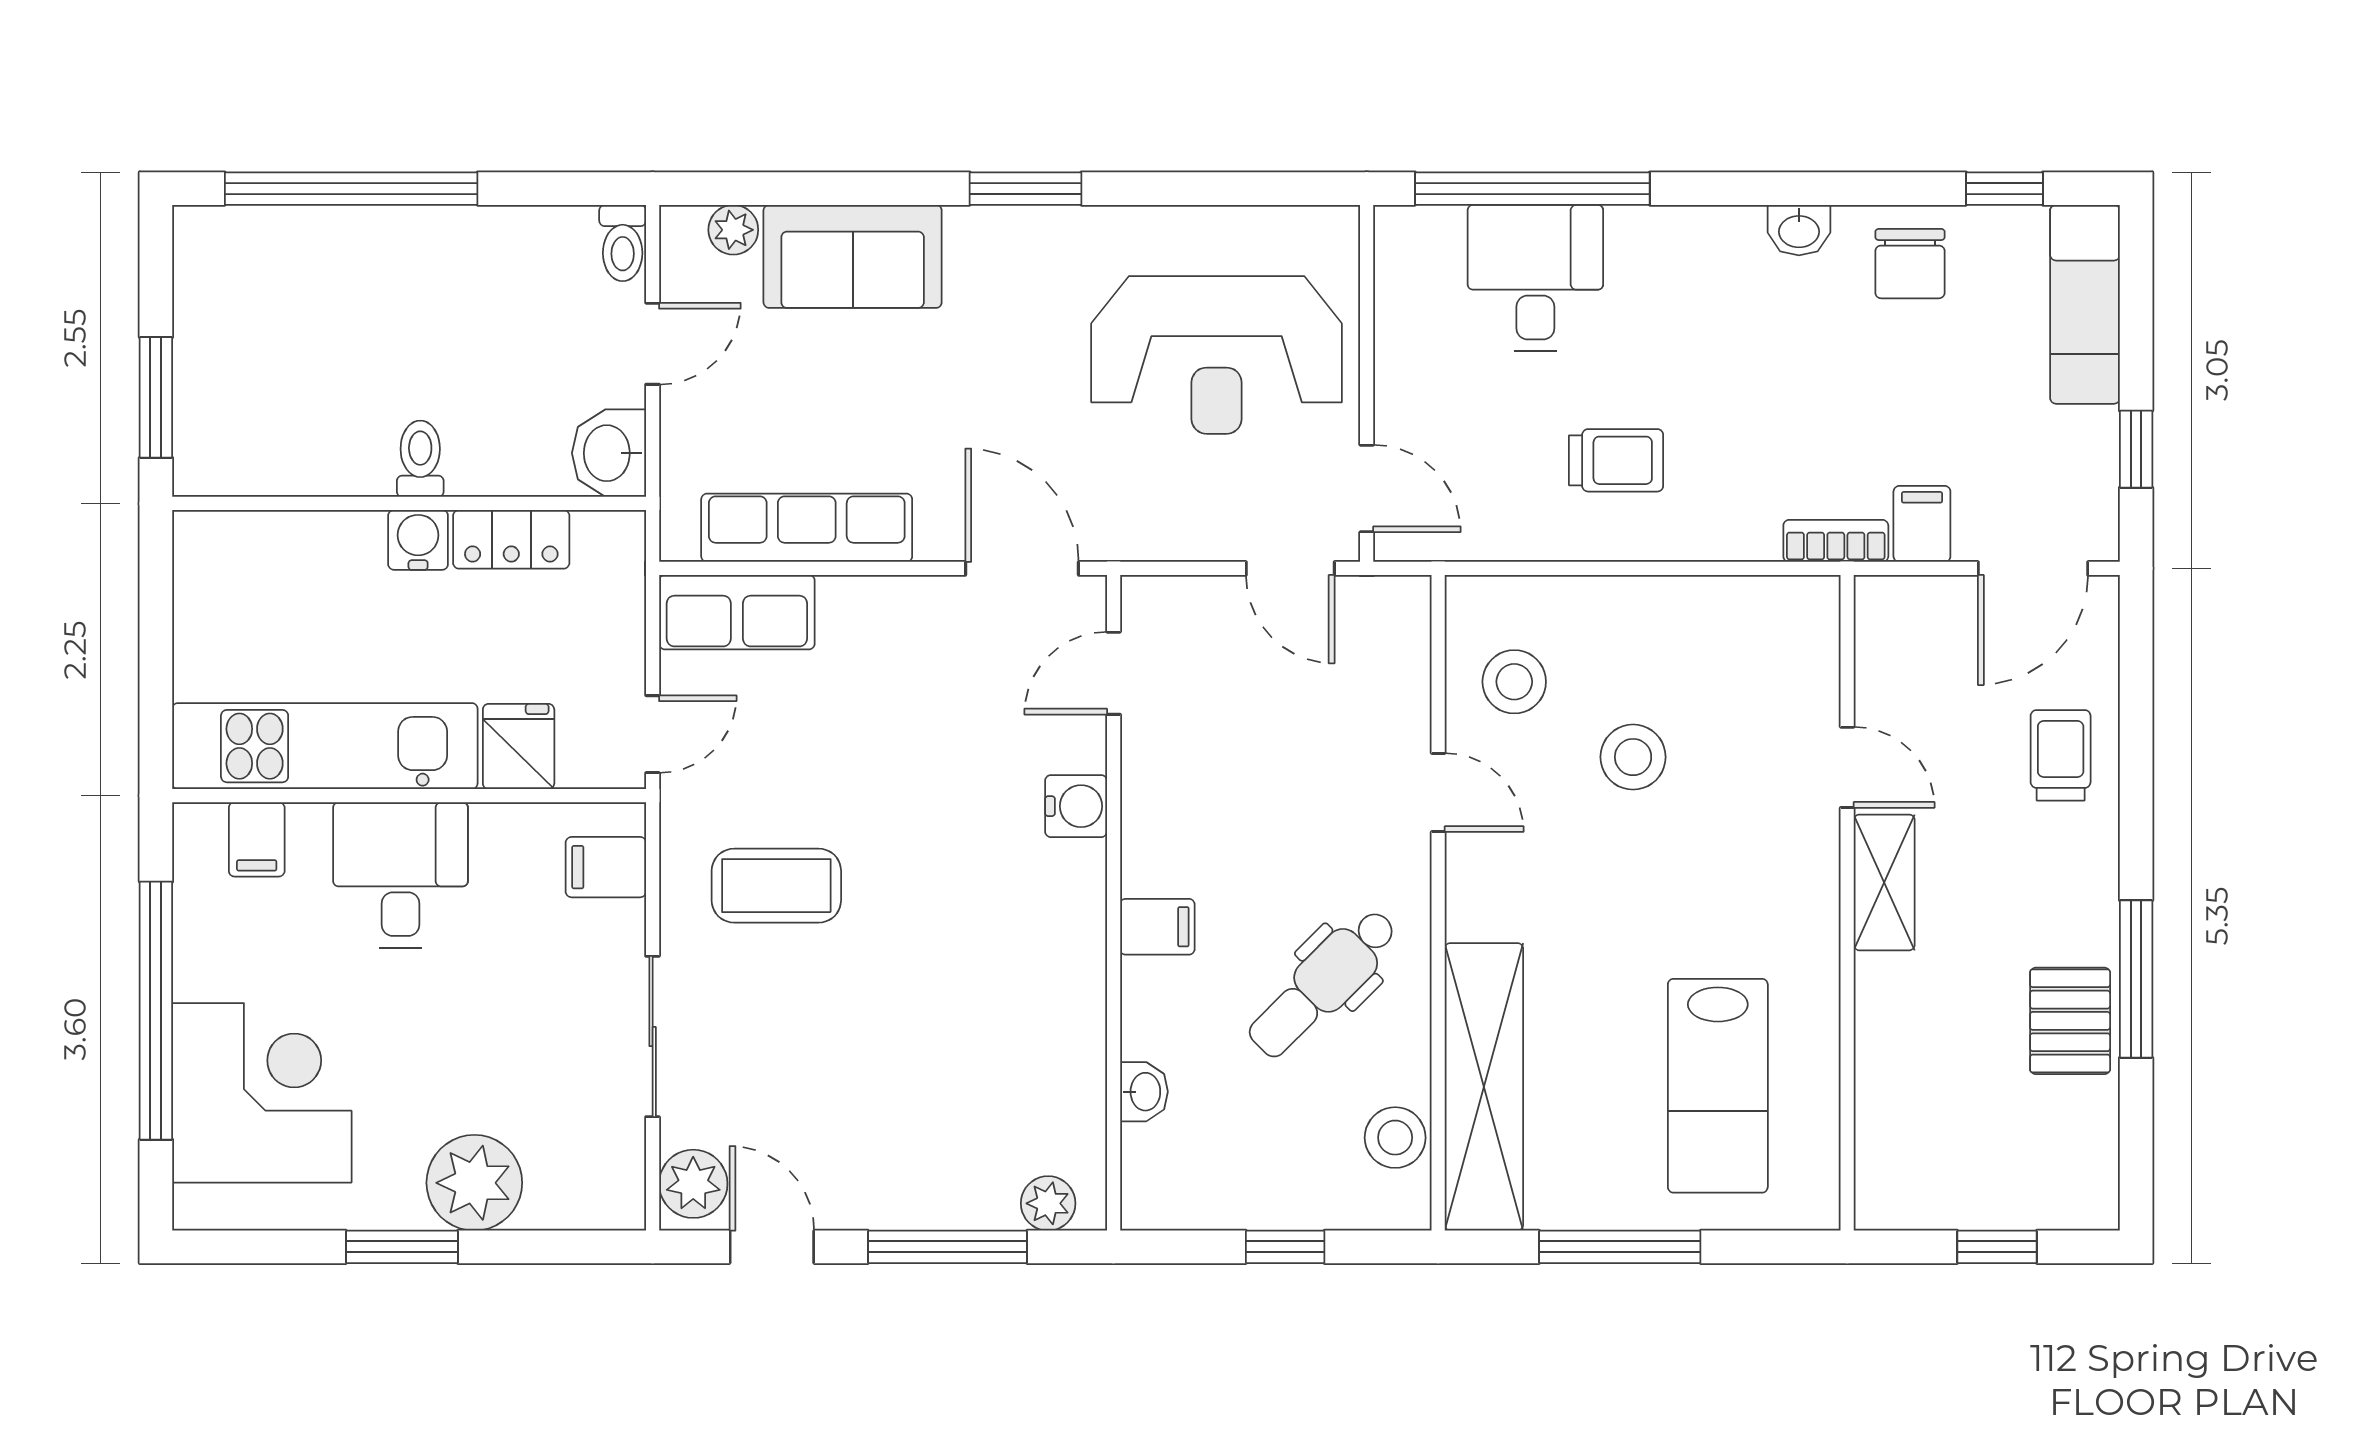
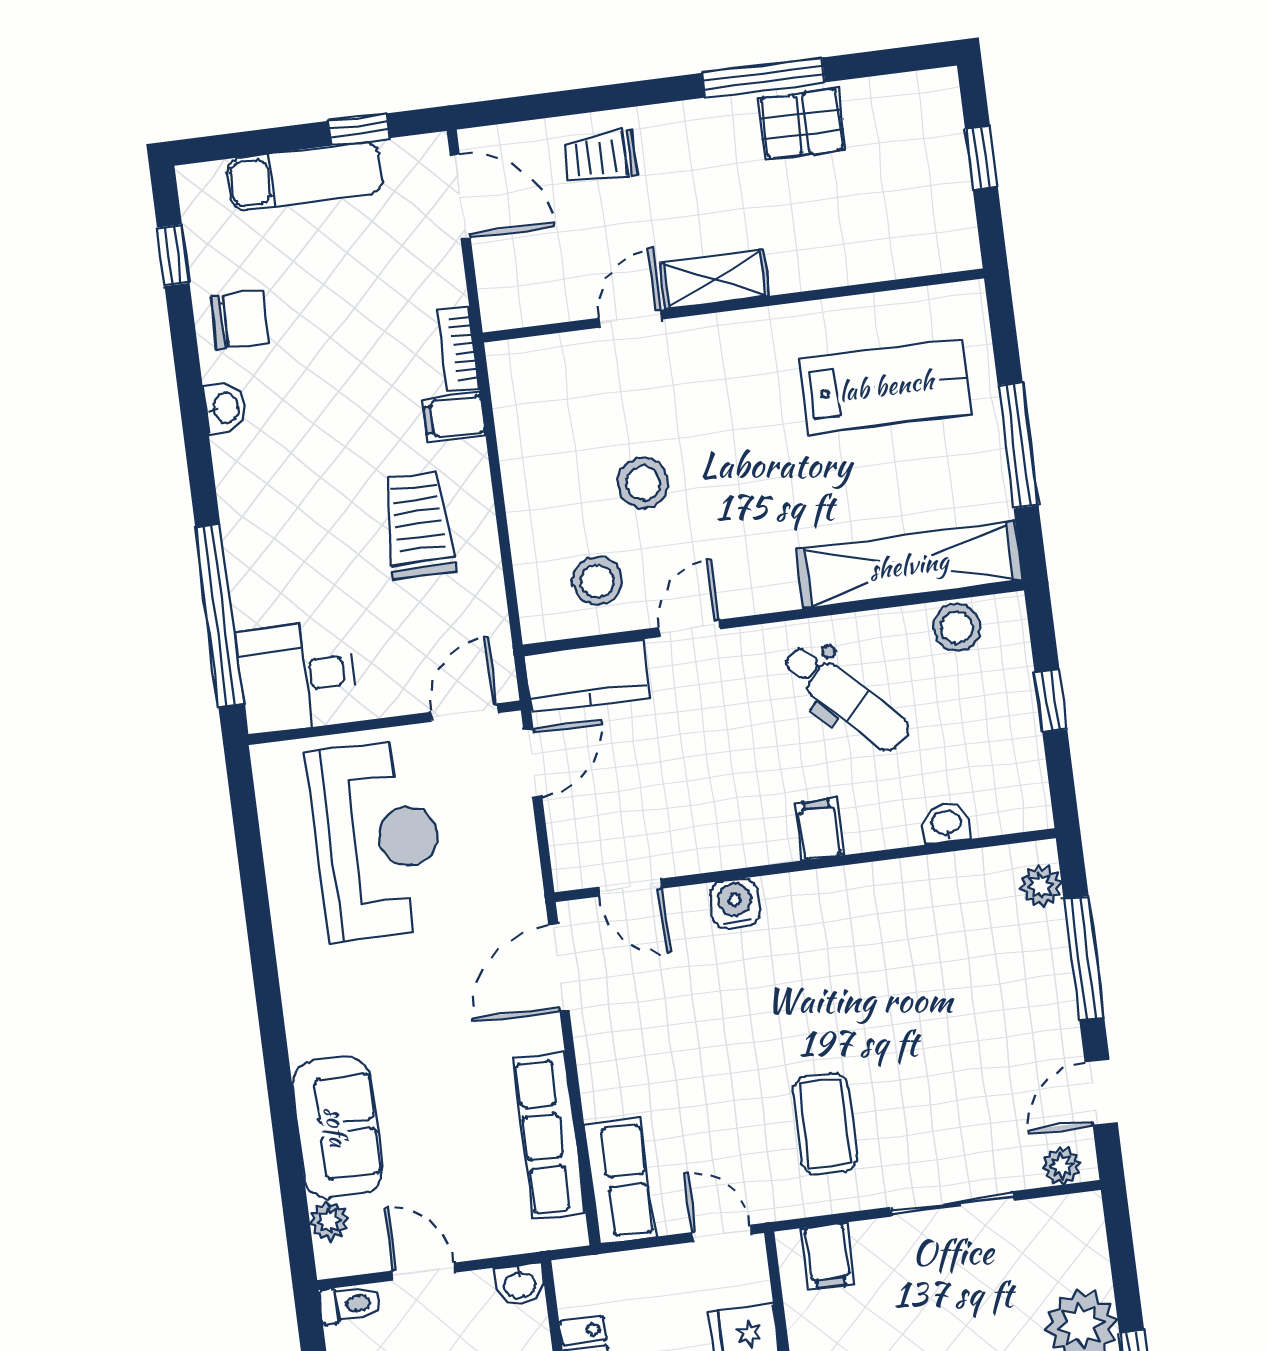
window: (1026, 189) -> (269, 1002), removed
desk: (1535, 278) -> (296, 676), moved
exam couch: (2085, 304) -> (305, 176), moved
washbasin: (609, 453) -> (520, 1284), width x0.72, depth x0.69
trolley: (1616, 460) -> (418, 525), width x1.36, depth x1.39
filing cabinet: (1922, 524) -> (454, 417), moved
kitchen counter: (1393, 652) -> (587, 676), added
plant: (693, 1184) -> (1062, 1166), width x0.73, depth x0.73

